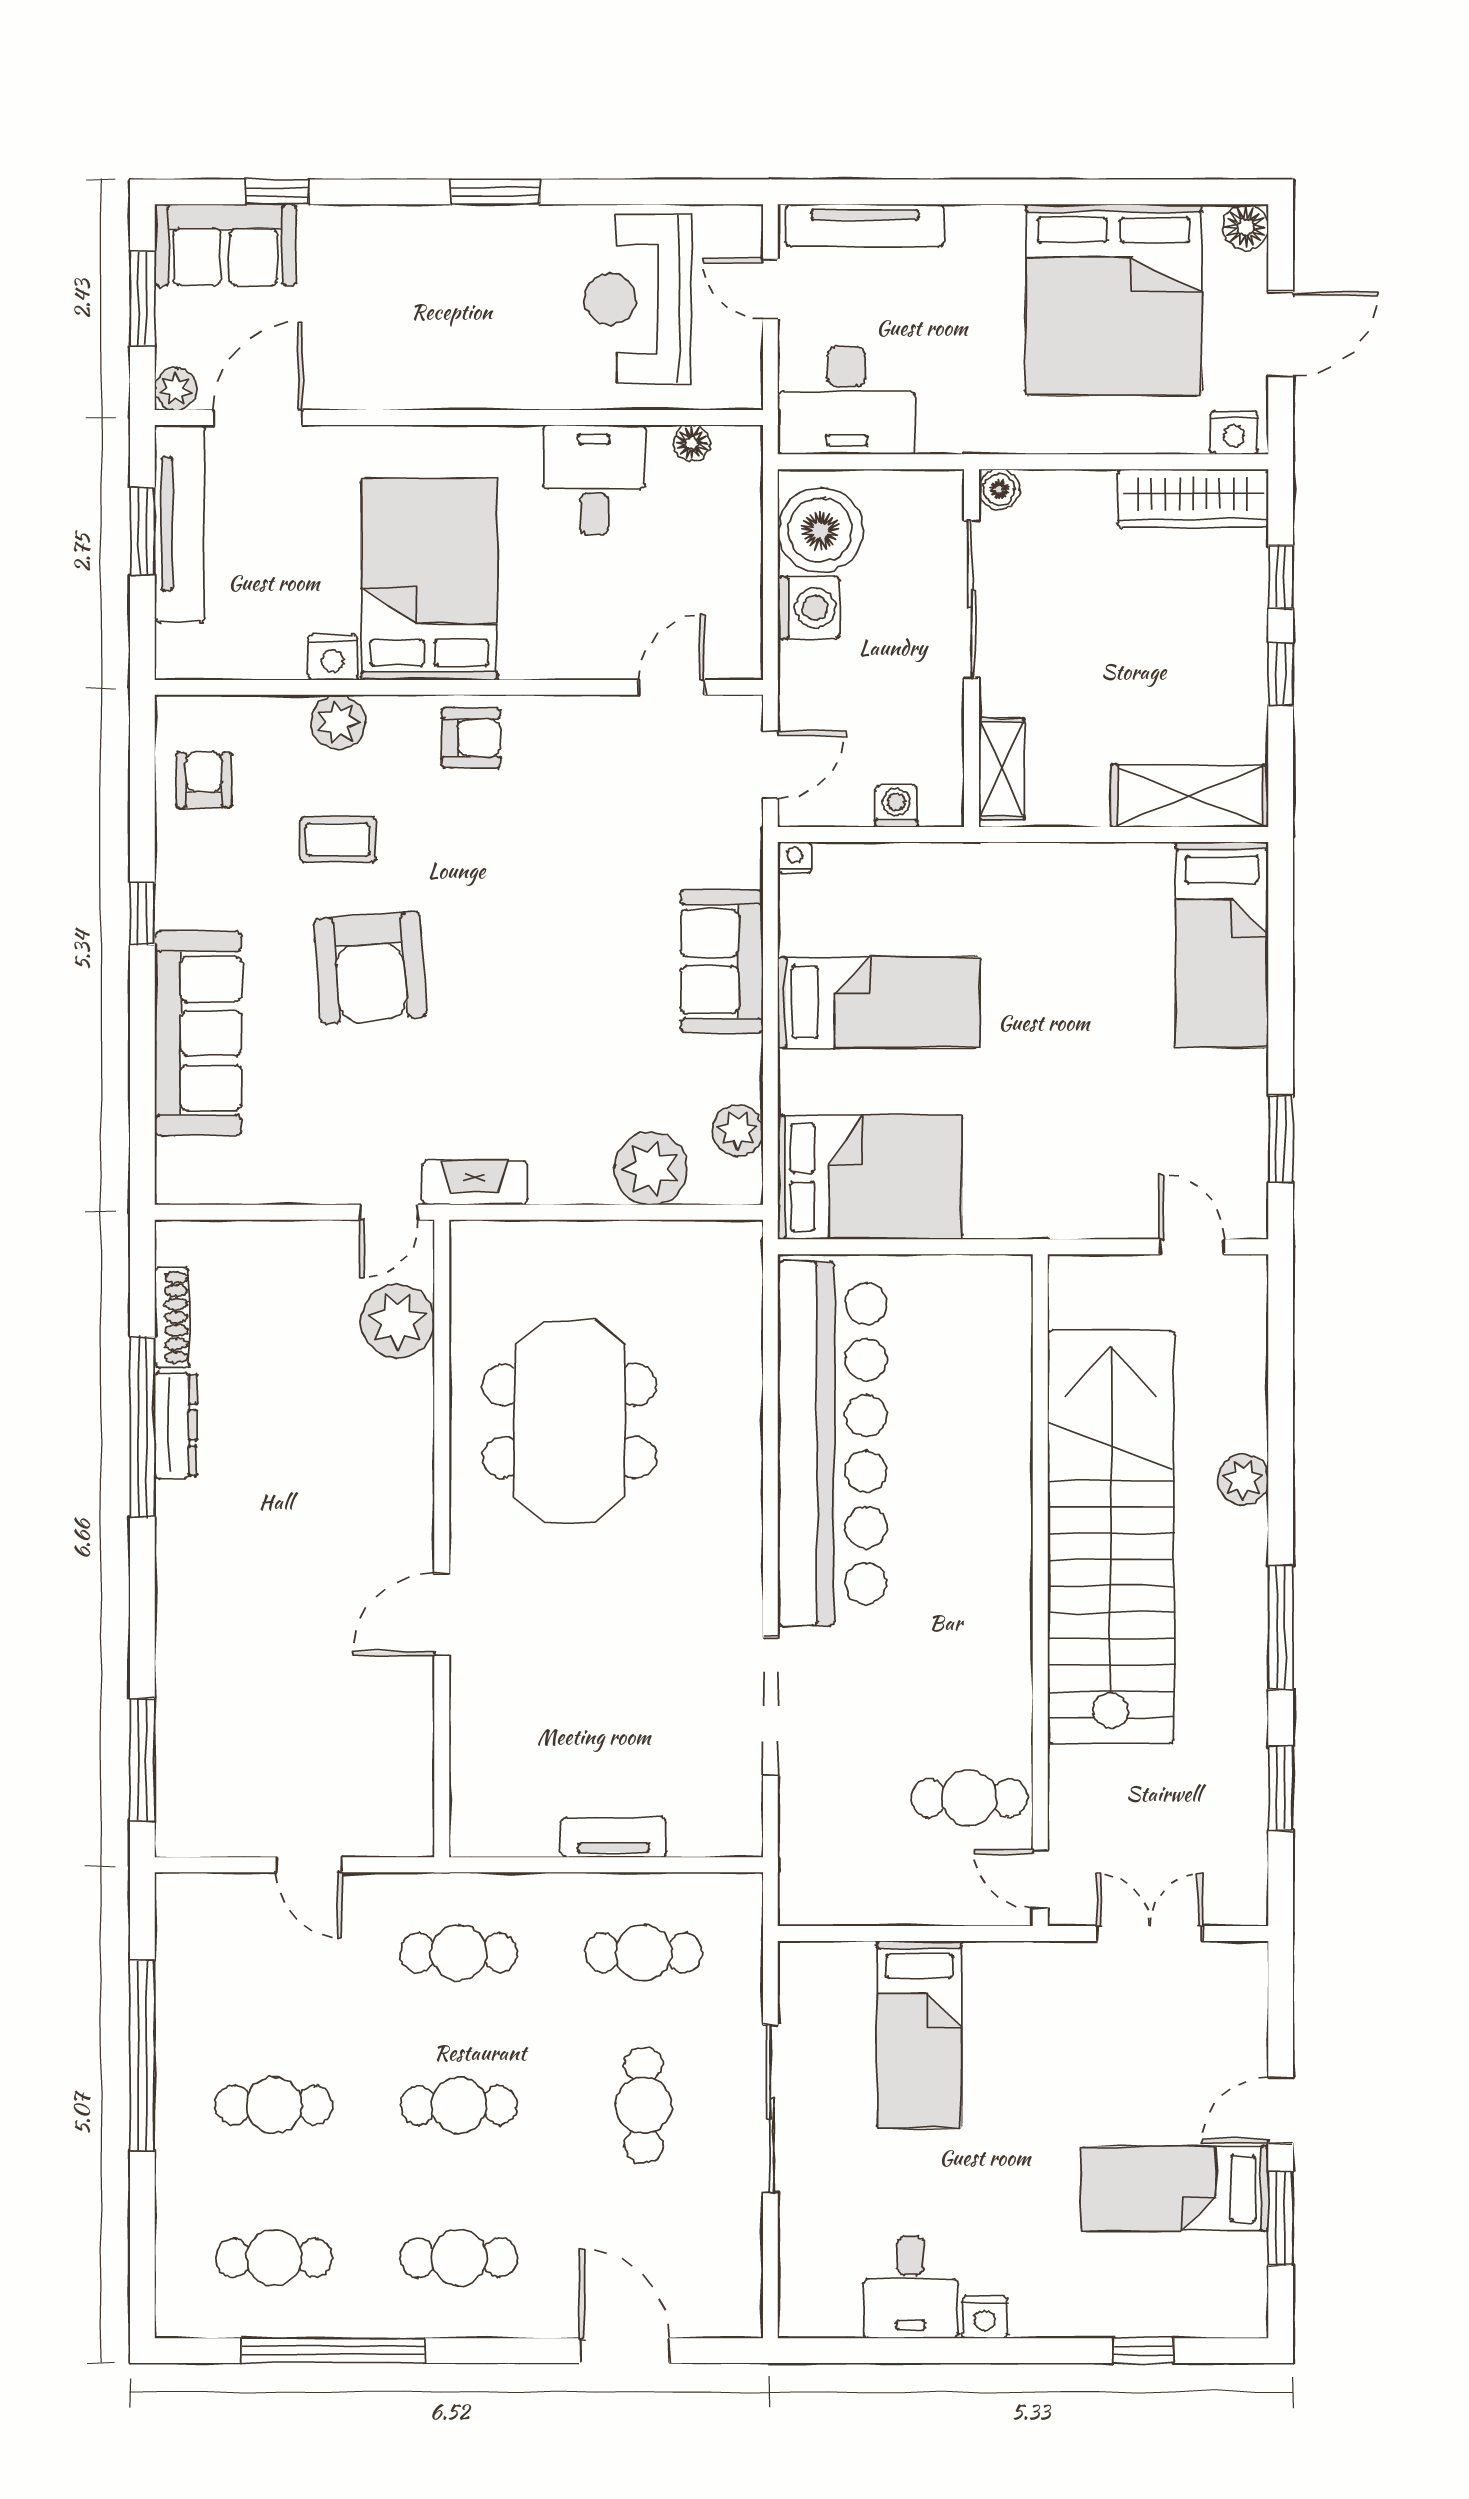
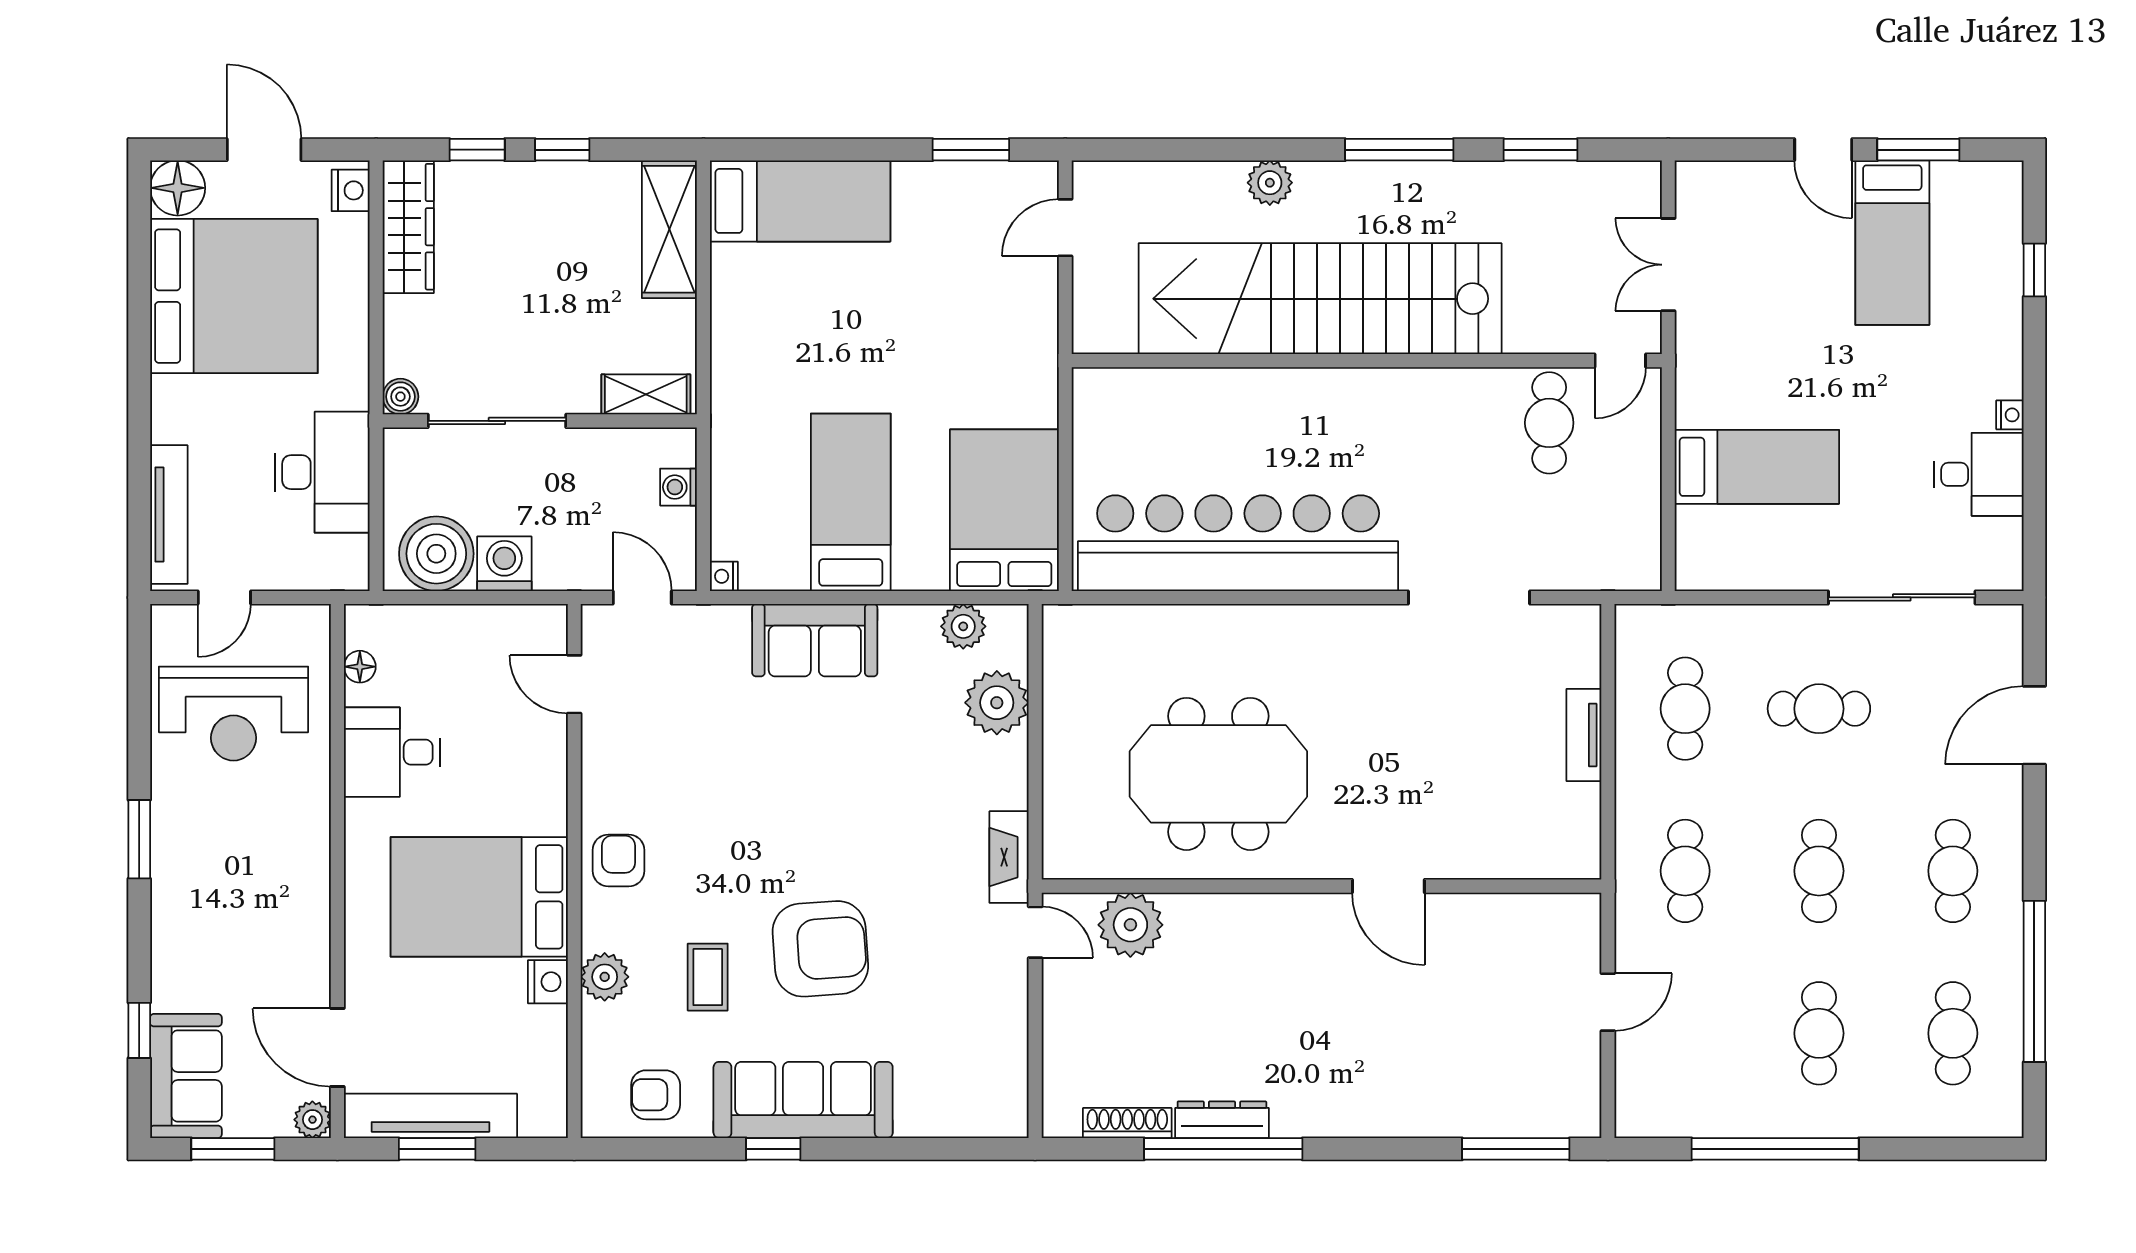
floor lamp: (1245, 227) -> (178, 188), width x1.38, depth x1.38
desk: (847, 400) -> (322, 472), moved
sofa: (198, 1033) -> (803, 1100), moved
sliding door: (770, 2109) -> (1902, 597), moved
nightstand: (985, 2317) -> (2010, 415), width x0.72, depth x0.74

